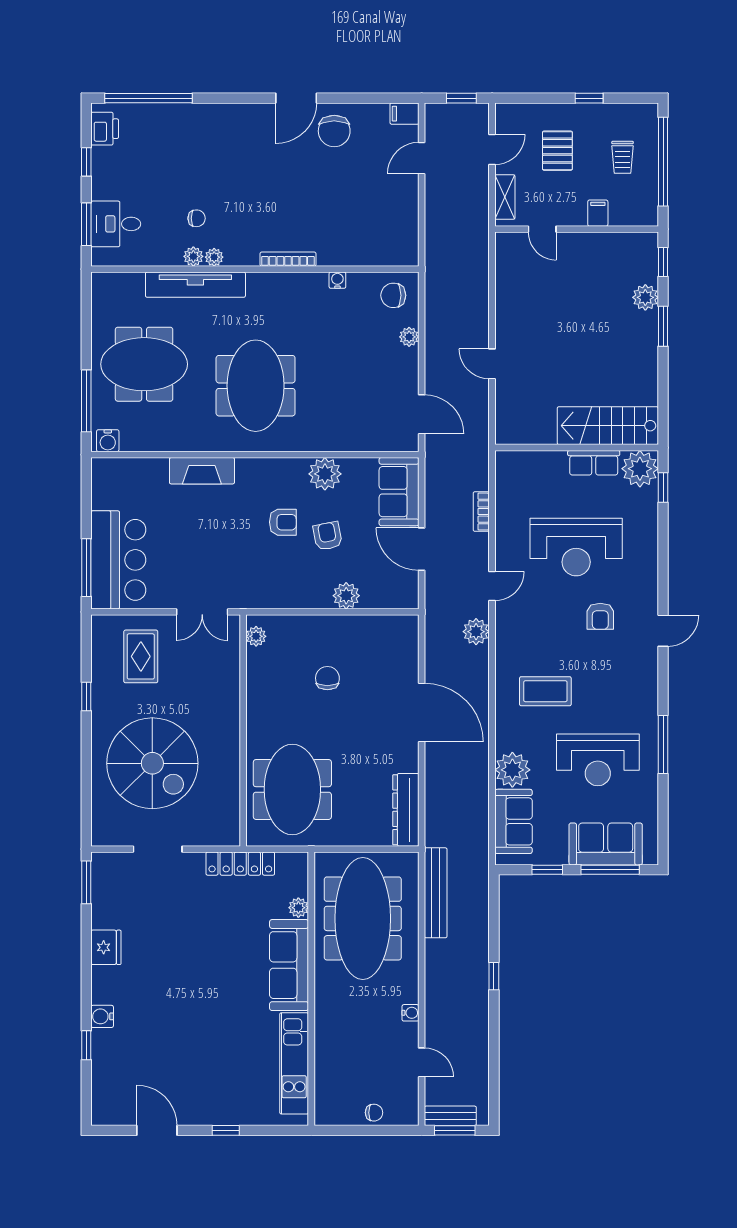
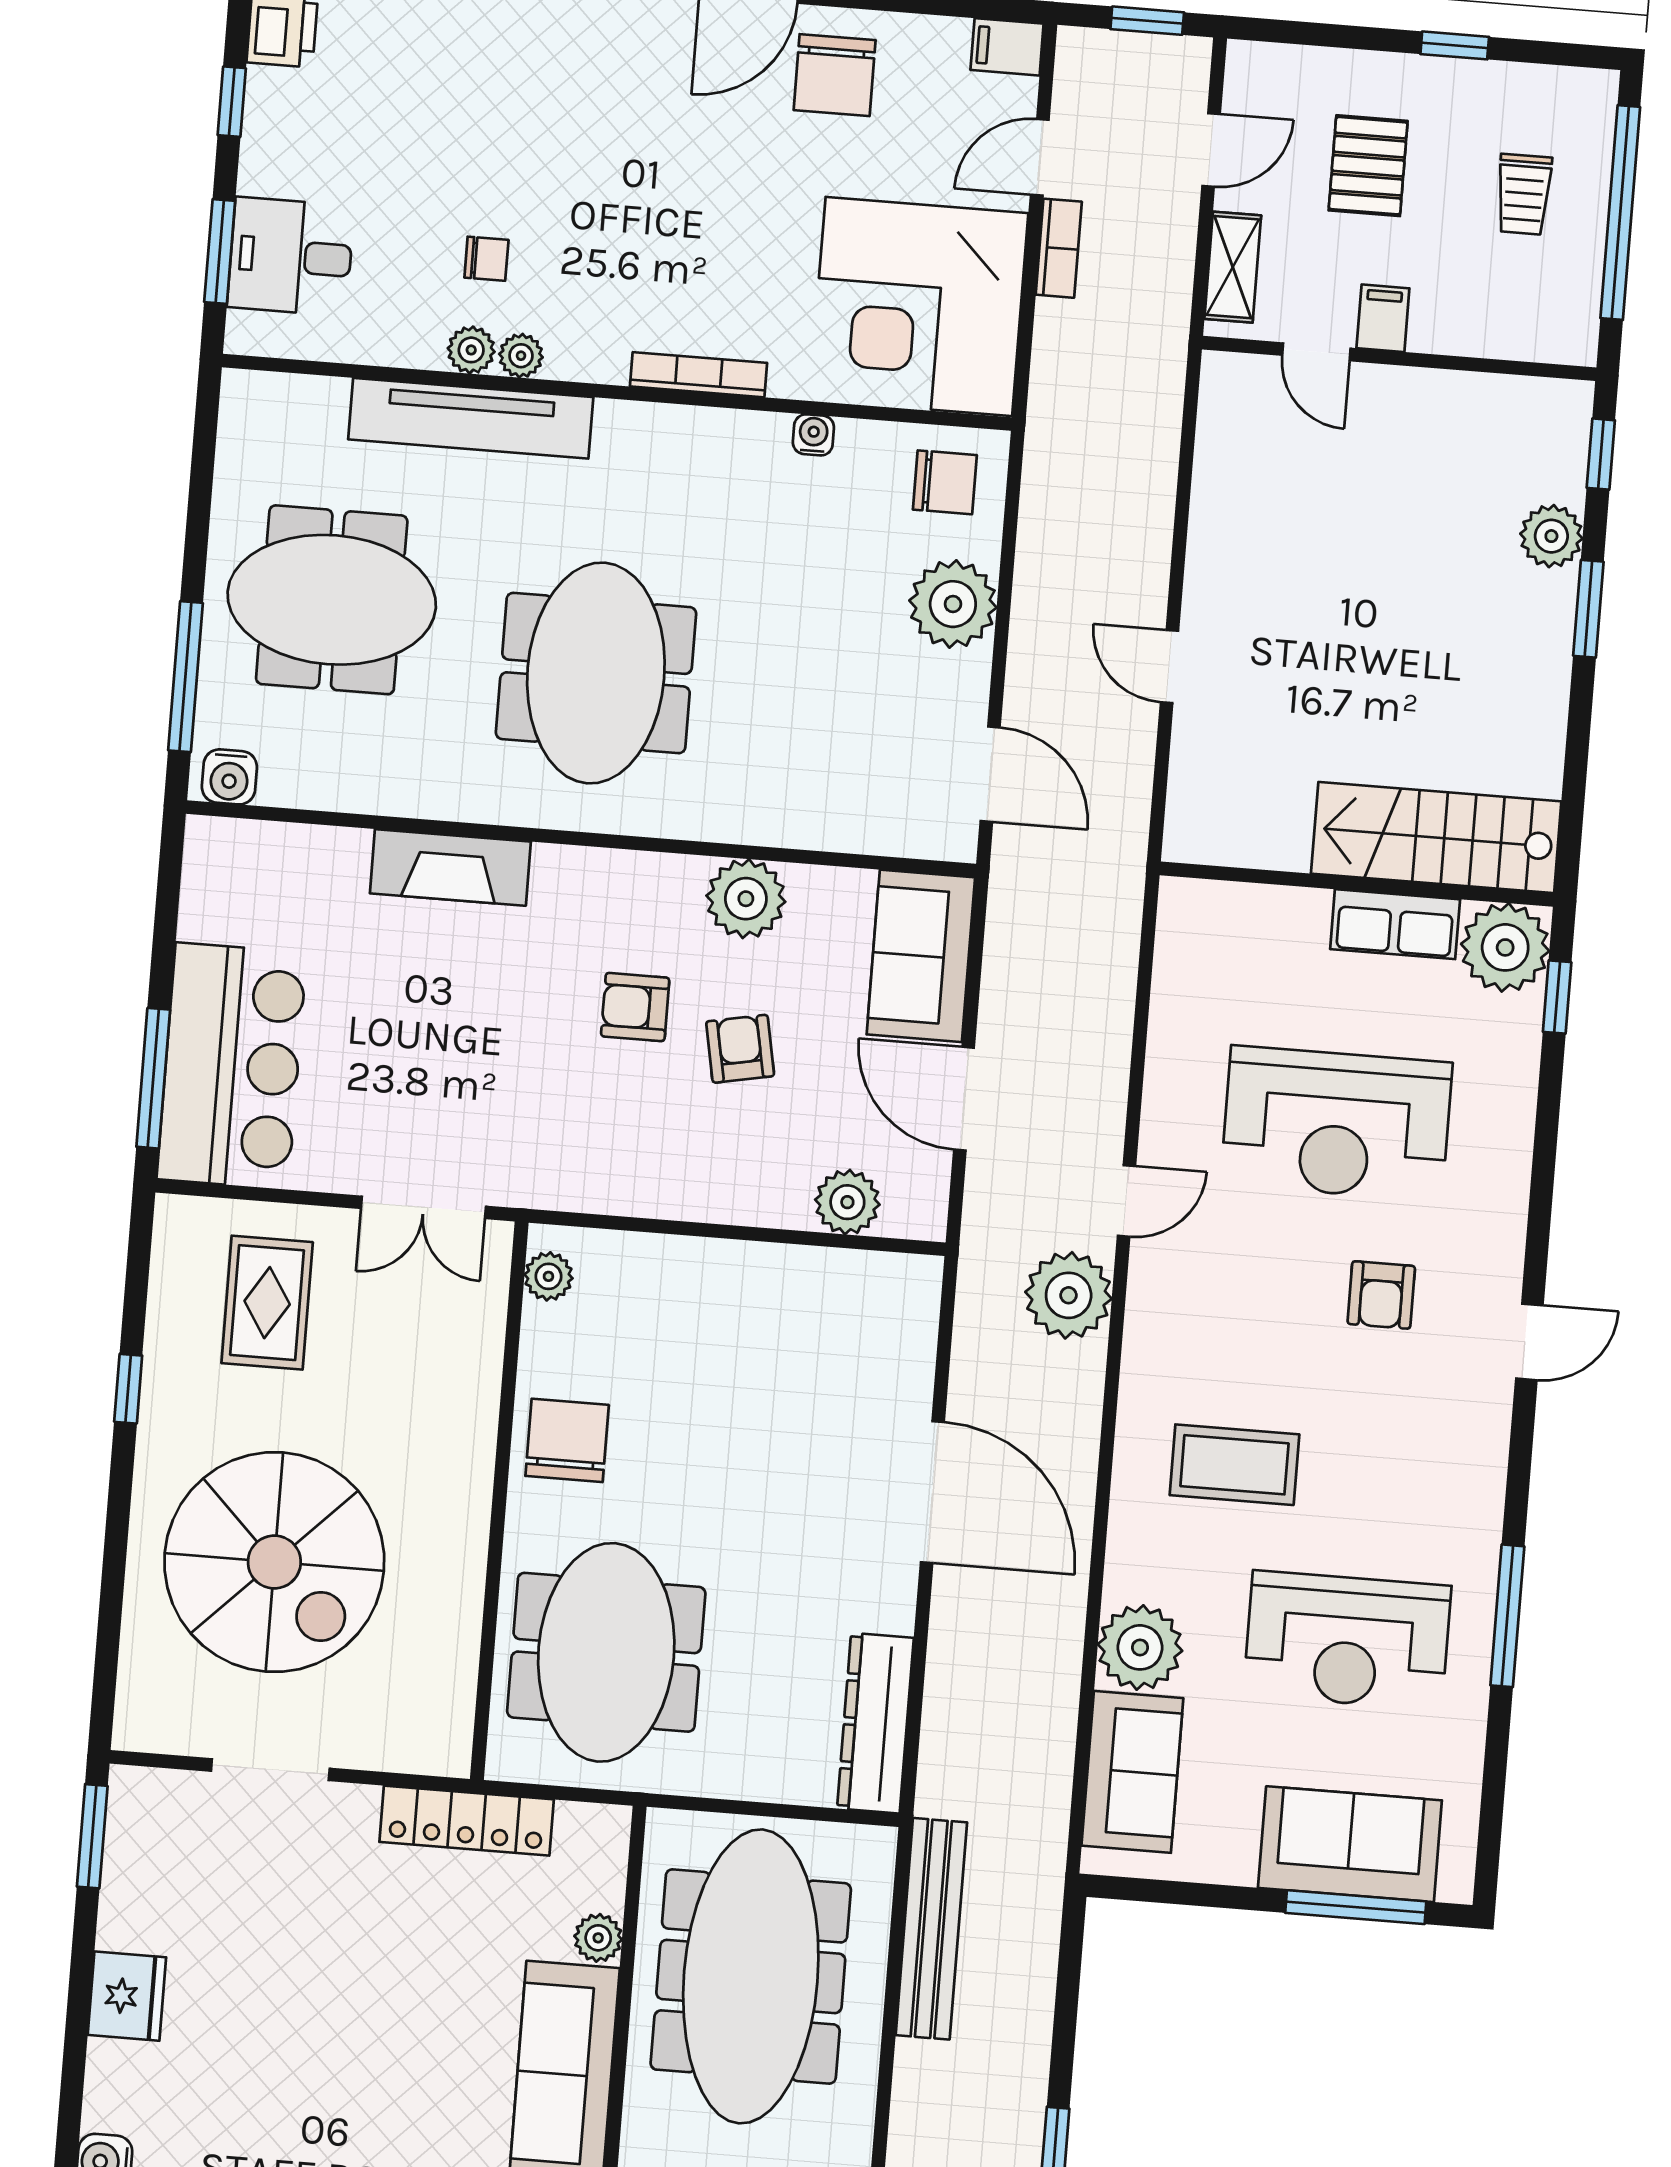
filing cabinet: (598, 213) -> (1383, 318), moved
corner desk: (377, 224) -> (919, 306), added
chair: (393, 295) -> (945, 482), turned 180
plant: (409, 337) -> (953, 604), width x1.88, depth x1.88
bookcase: (481, 512) -> (1059, 248), moved, turned 180
armchair: (283, 522) -> (635, 1007), turned 180
plant: (346, 596) -> (847, 1202), moved
plant: (476, 632) -> (1069, 1295), width x1.36, depth x1.36
chair: (327, 678) -> (567, 1440), moved, width x1.37, depth x1.37
window: (547, 870) -> (1204, 1895), removed

